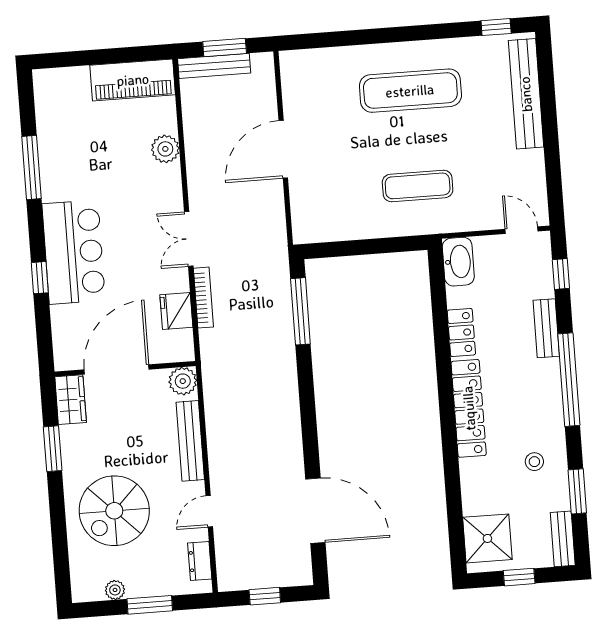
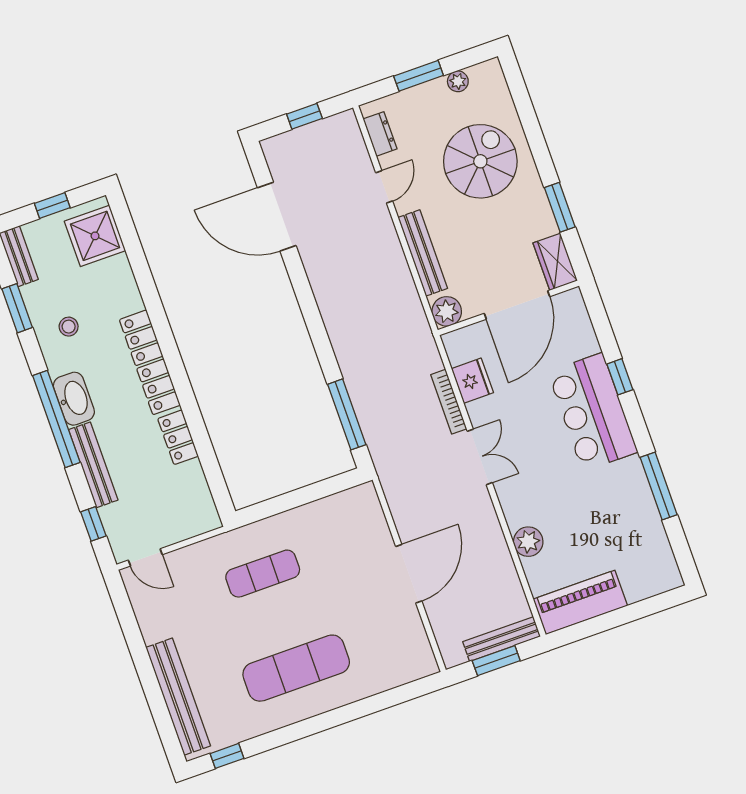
washbasin: (458, 262) -> (74, 399), moved, turned 180
bench: (546, 328) -> (93, 465), width x1.36

